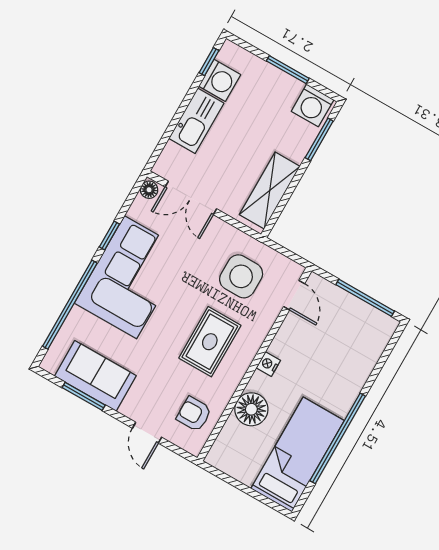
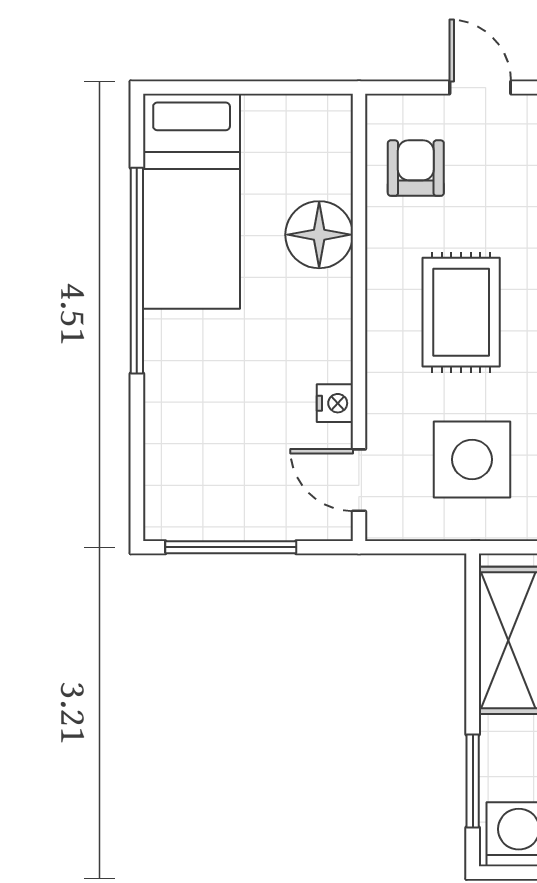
nightstand: (268, 364) -> (335, 403), moved
armchair: (194, 414) -> (416, 168), turned -90

